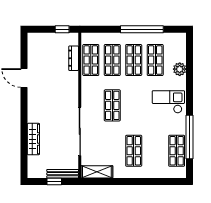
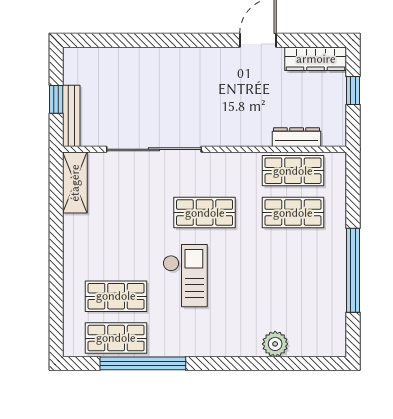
window: (62, 29) -> (353, 91), moved
shop shelf: (134, 60) -> (293, 254), removed
shop shelf: (155, 60) -> (293, 296), removed
checkout: (168, 102) -> (185, 276), moved
wardrobe: (33, 139) -> (316, 59), moved
shop shelf: (134, 151) -> (116, 296), moved

